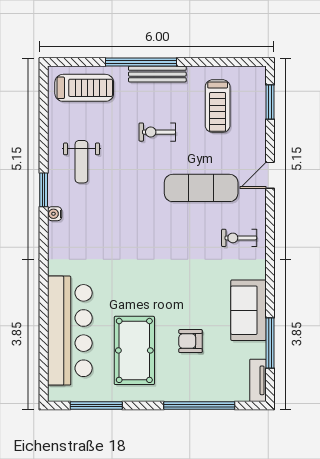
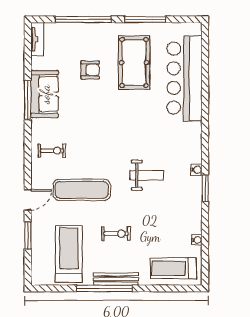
window: (141, 62) -> (105, 288), moved
window: (270, 102) -> (28, 236), moved
treadmill: (218, 106) -> (69, 254), width x1.37, depth x1.38
water cooler: (54, 124) -> (197, 240), added
weight bench: (81, 162) -> (147, 175), moved, turned 90
window: (270, 343) -> (28, 100), moved
window: (96, 406) -> (145, 19), moved

